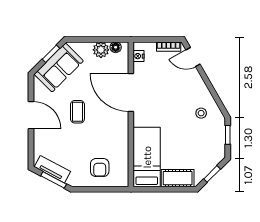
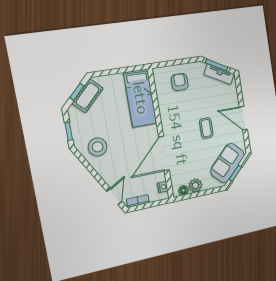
door: (193, 57) -> (114, 196), hinge flipped
door: (131, 92) -> (164, 154), swing flipped
stool: (201, 113) -> (98, 147), width x1.89, depth x1.89
cot: (178, 178) -> (88, 96), moved, turned -45

